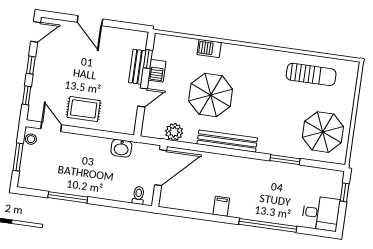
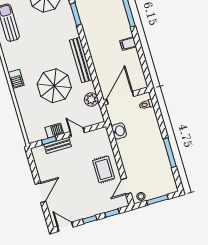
barbecue: (209, 48) -> (16, 79), moved
door: (161, 168) -> (120, 98), hinge flipped

